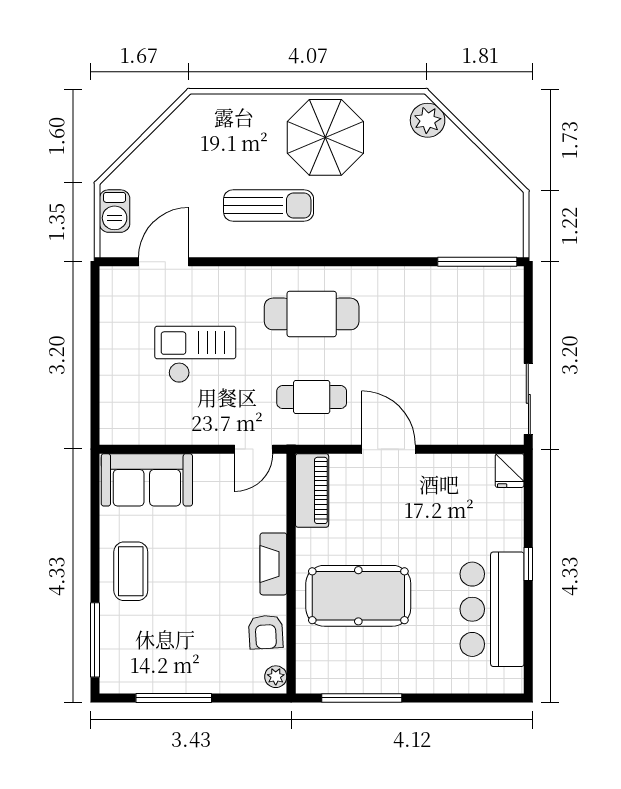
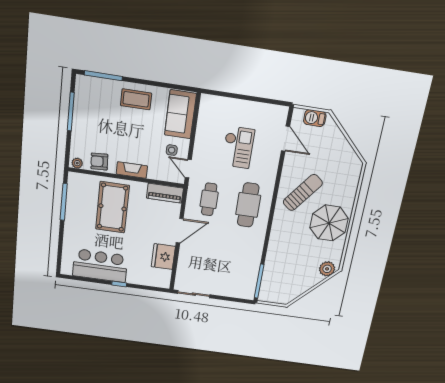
sun lounger: (269, 206) -> (303, 193), turned -142
fridge: (510, 471) -> (163, 257), moved, width x1.88, depth x1.34
side table: (221, 488) -> (172, 150), added

